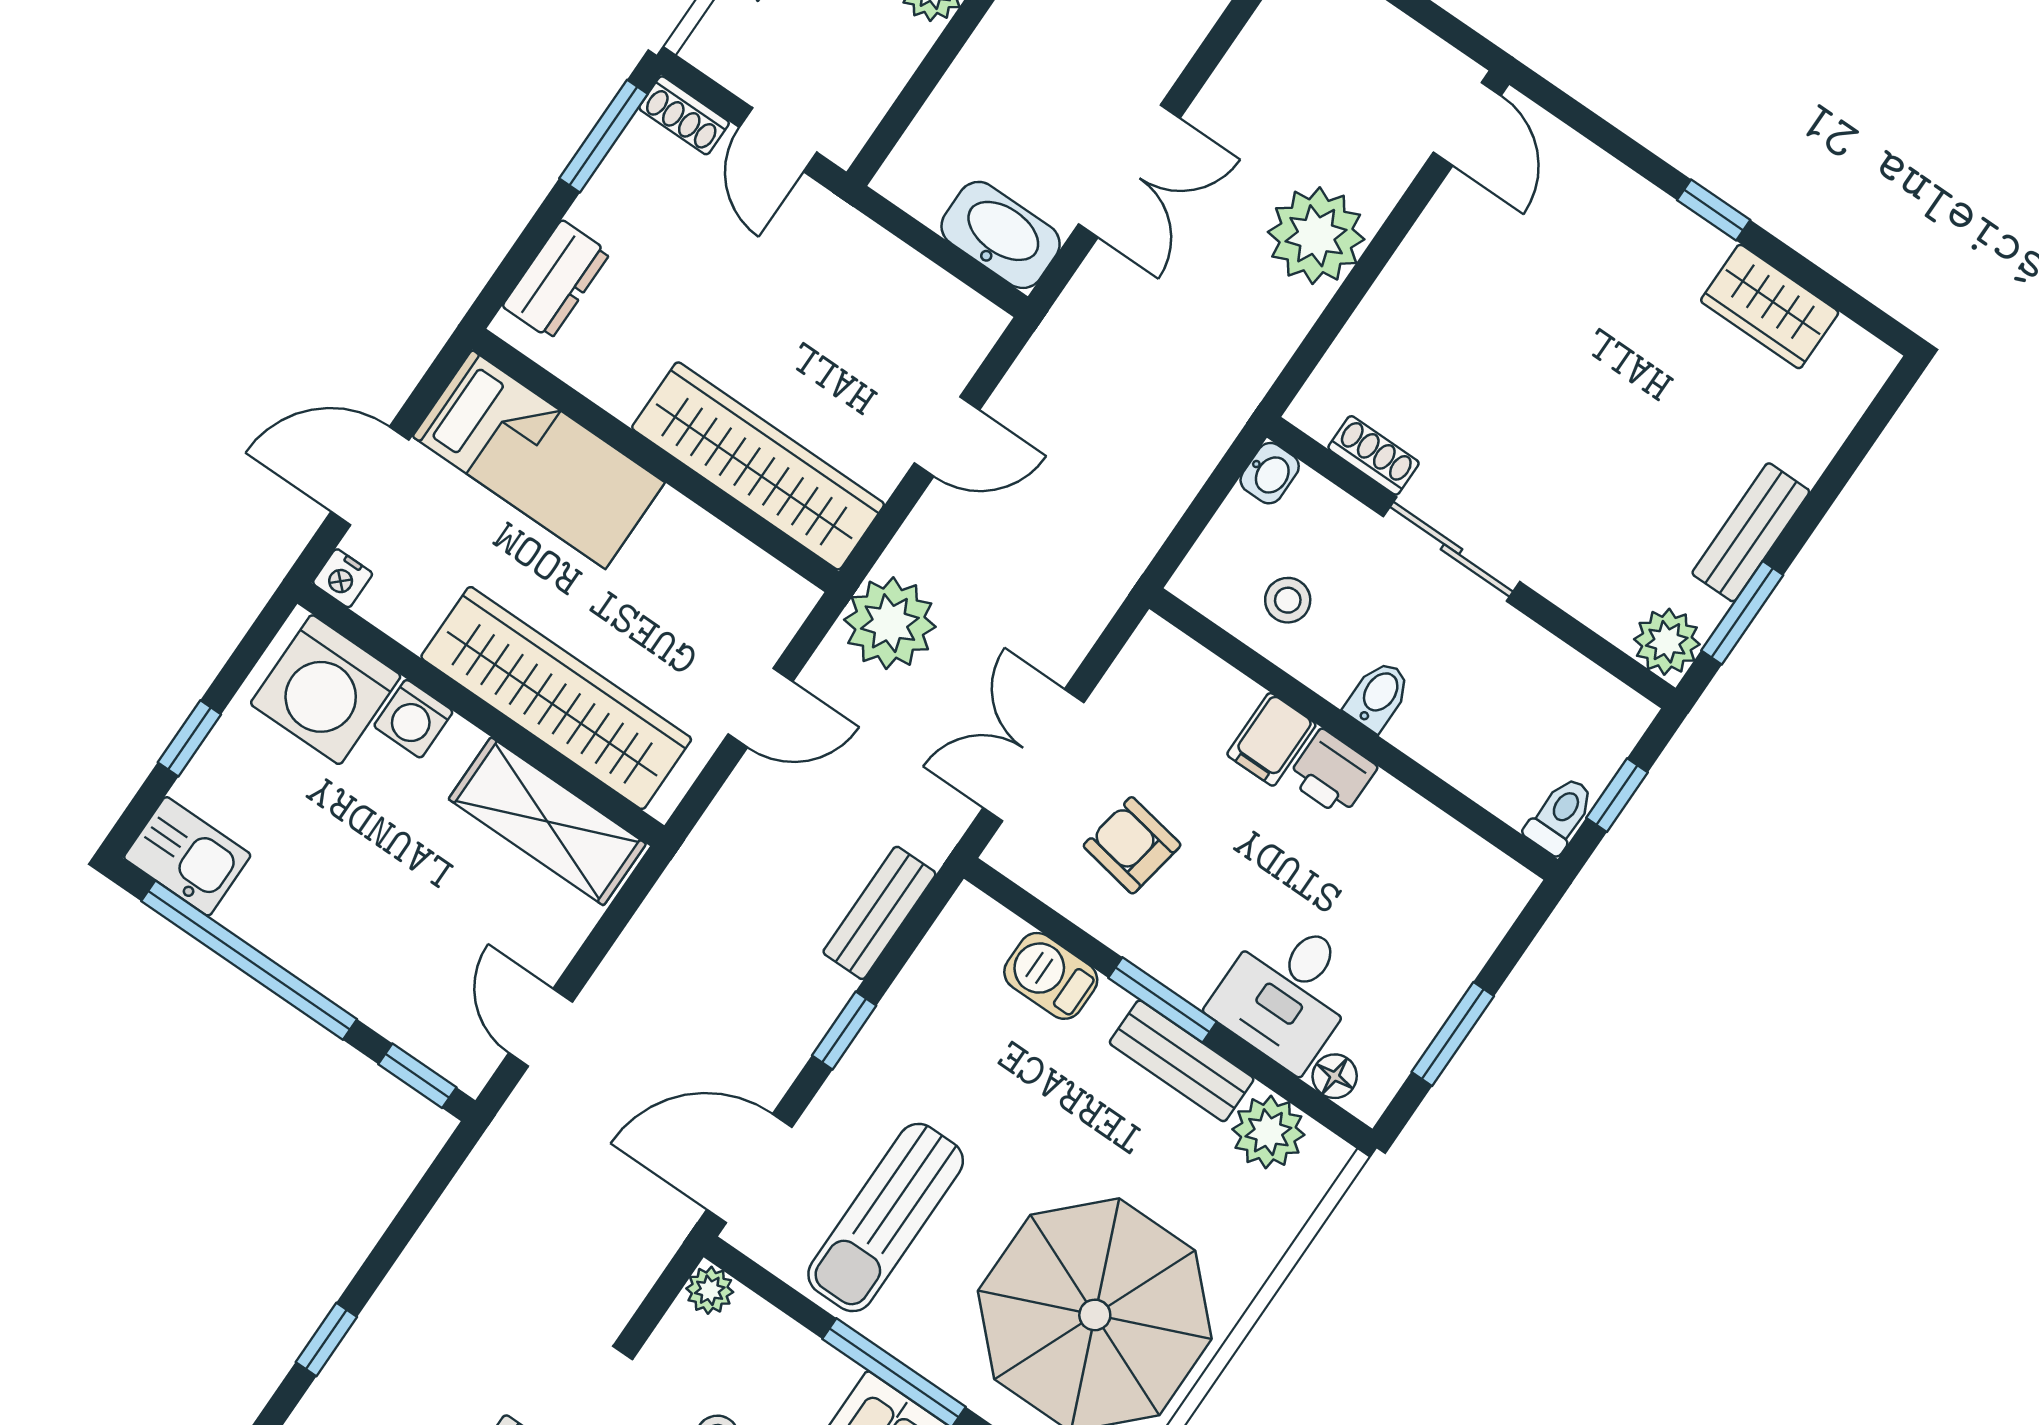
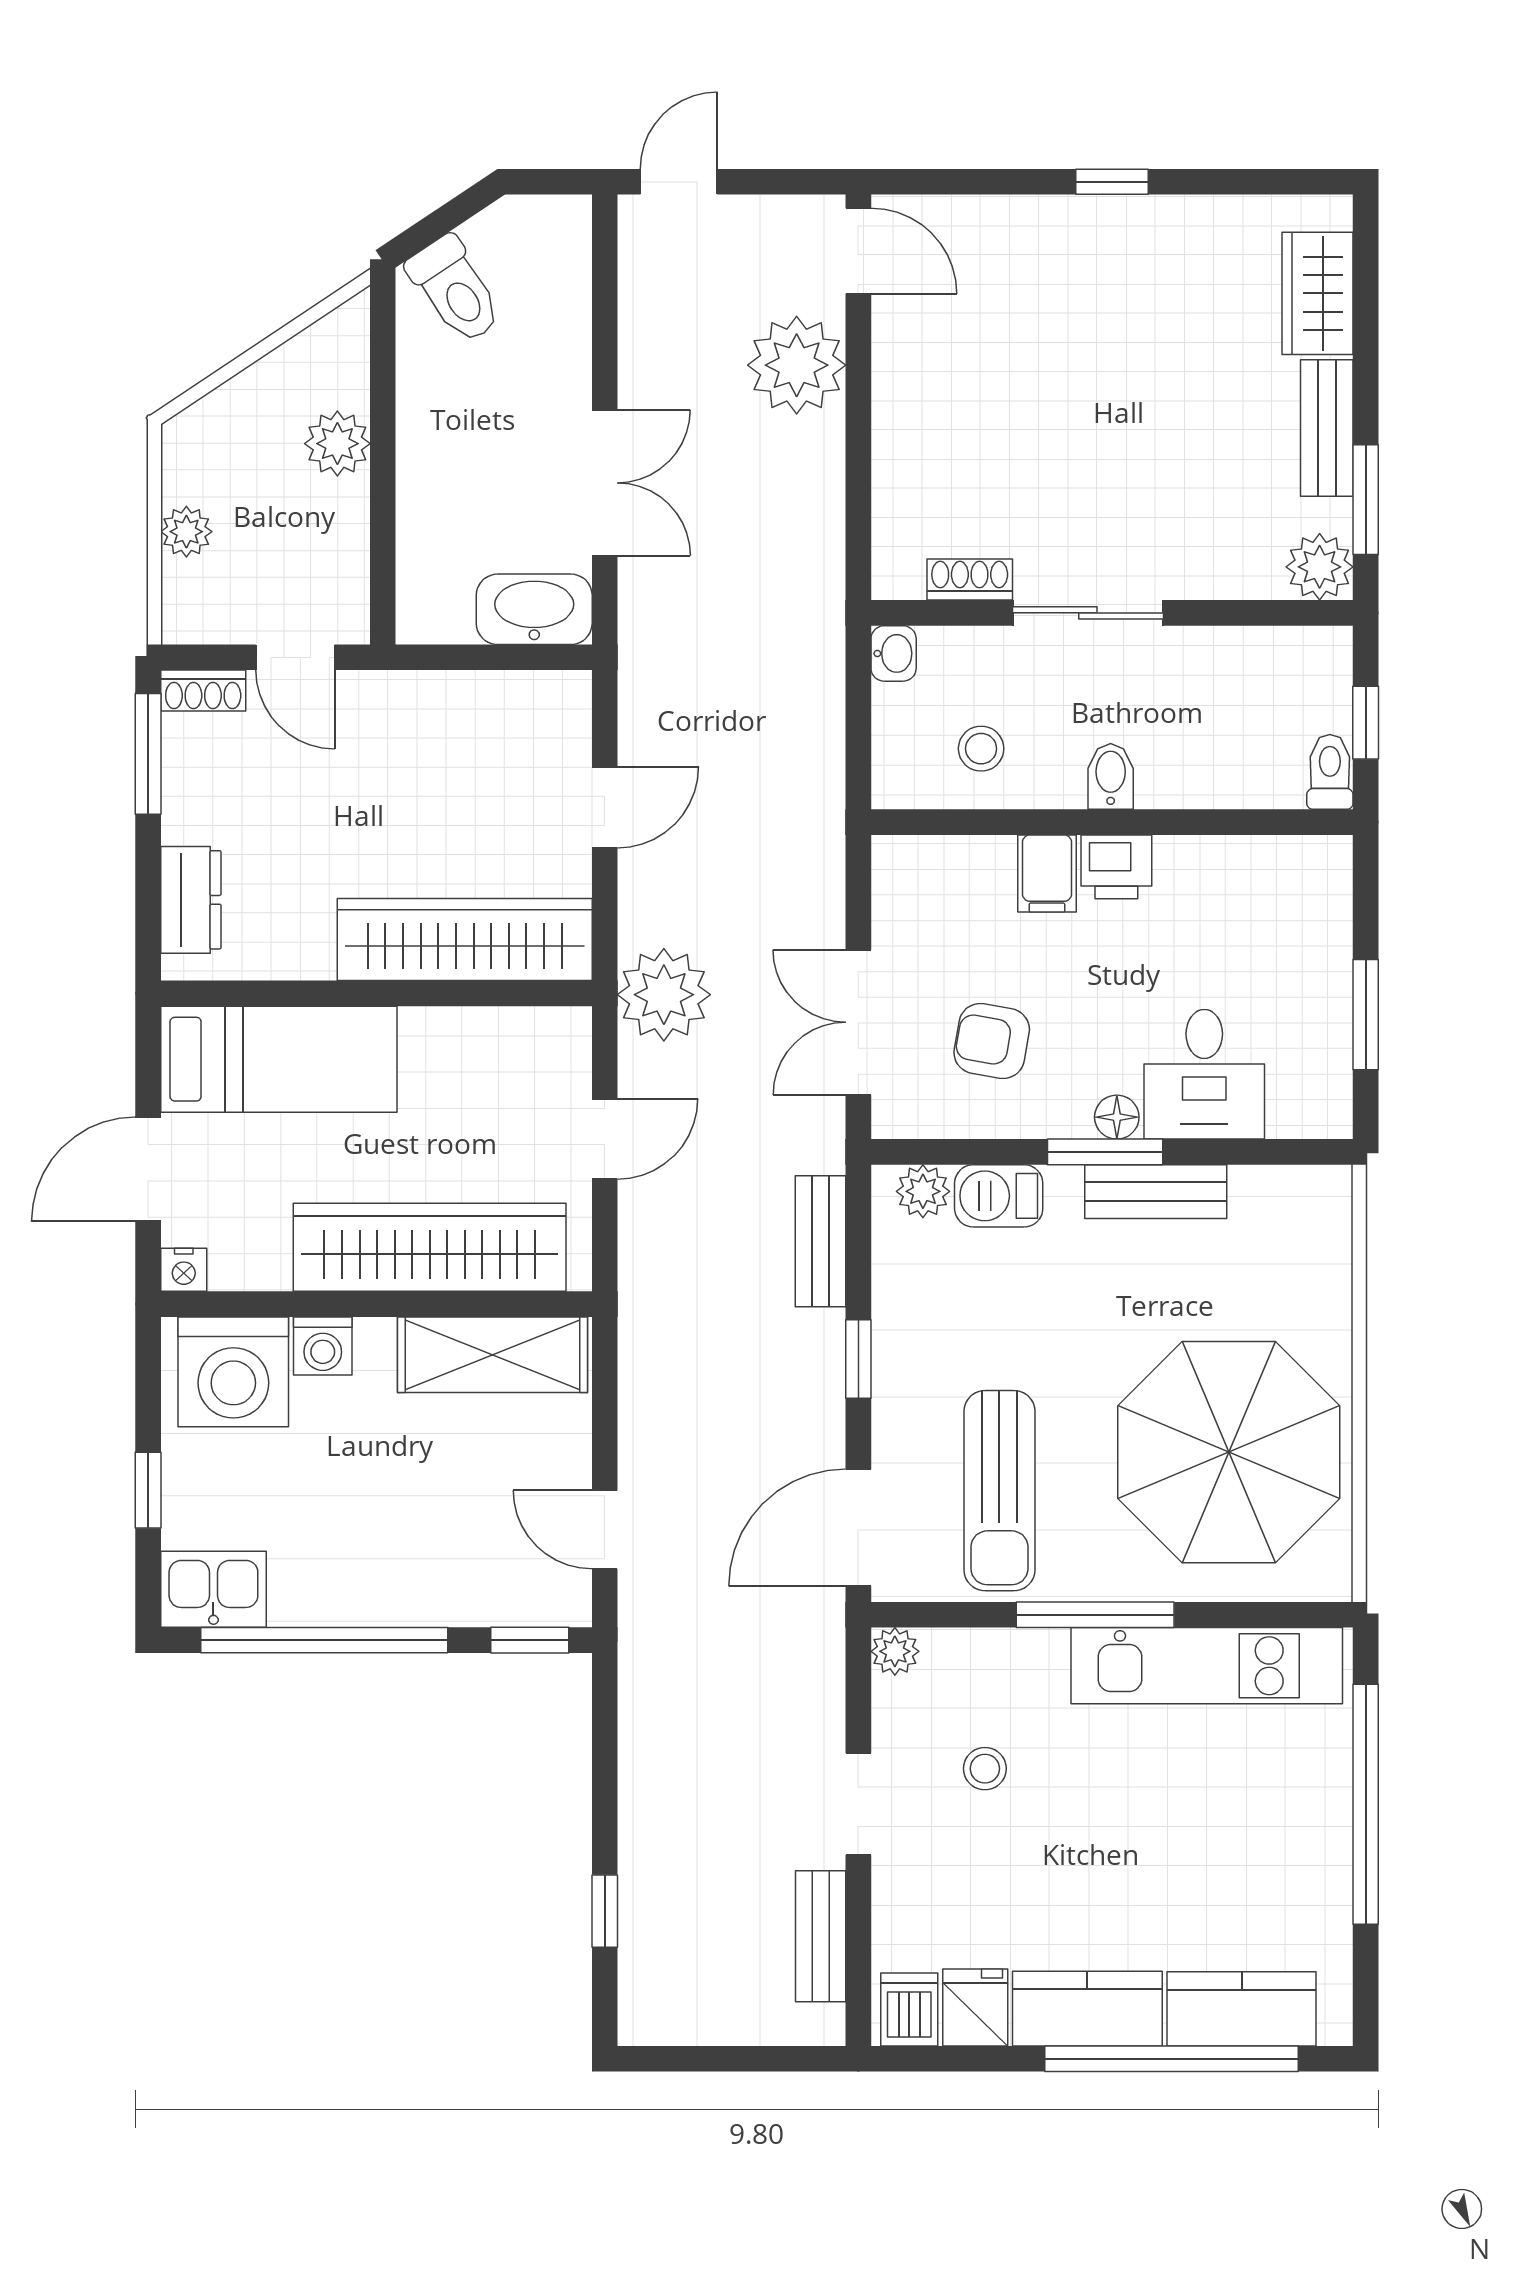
plant: (1316, 236) -> (797, 365), moved
wardrobe: (1770, 306) -> (1317, 293), moved, turned 90
floor lamp: (1335, 1076) -> (1117, 1117), moved
plant: (1268, 1132) -> (923, 1191), moved, width x0.73, depth x0.73

